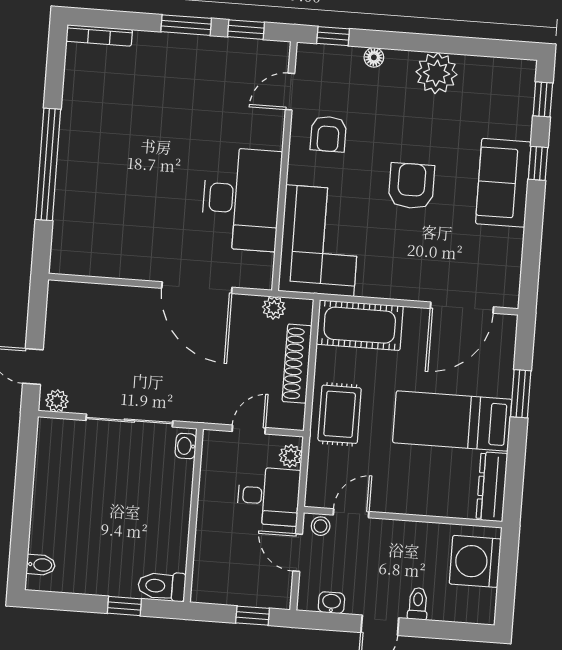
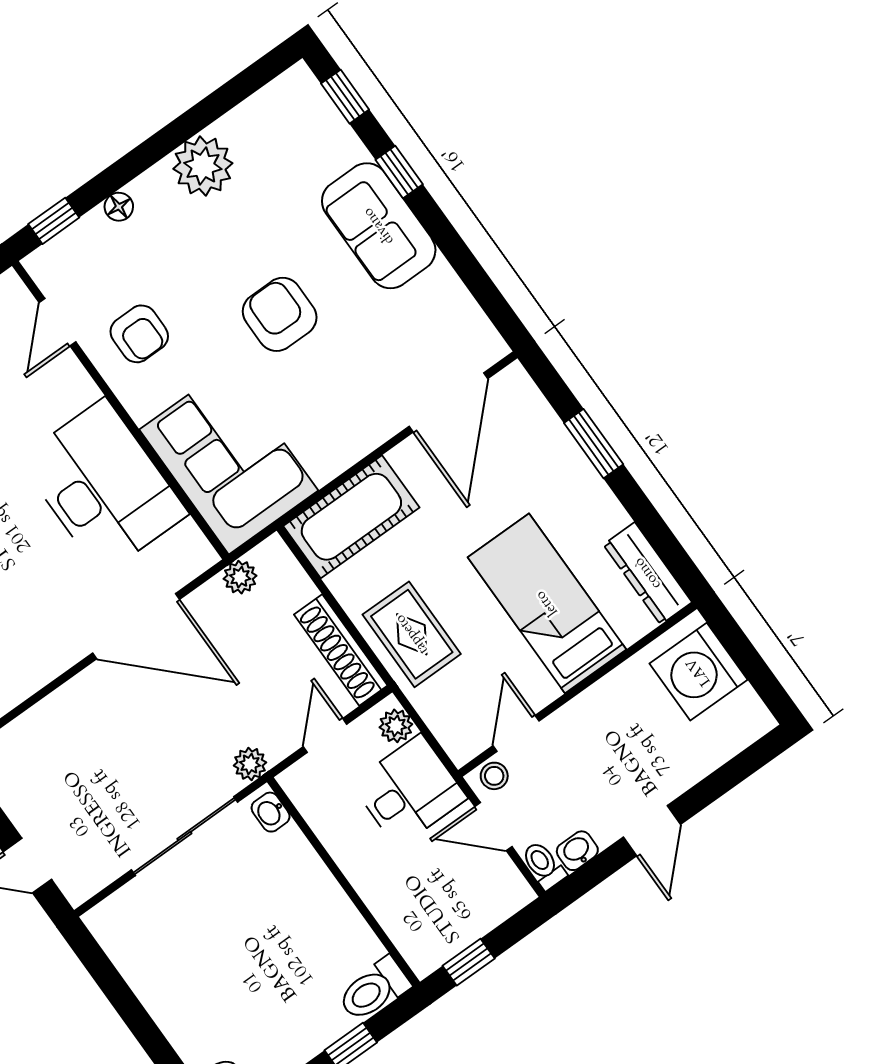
shoe rack: (297, 364) -> (341, 650), moved
plant: (57, 401) -> (250, 764), moved
bed: (452, 421) -> (547, 603), moved, turned 90
toilet: (418, 604) -> (543, 865), moved
window: (253, 616) -> (469, 962), moved

